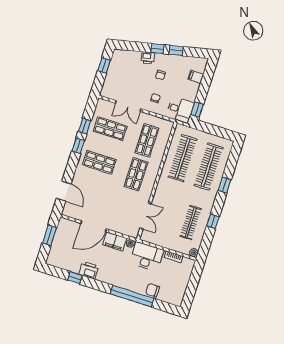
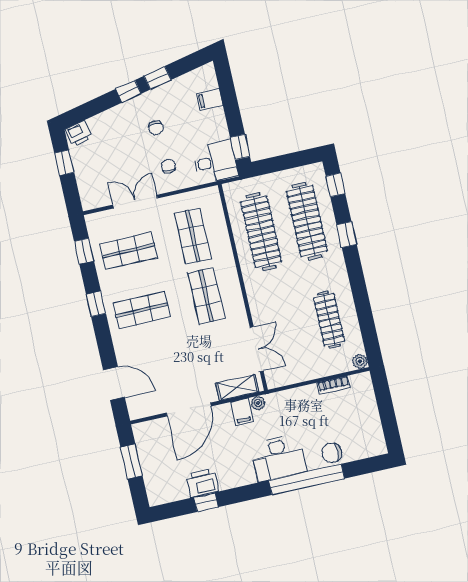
printer: (148, 58) -> (79, 134), moved
double door: (128, 106) -> (135, 202), swing flipped
window: (85, 126) -> (84, 251), moved
window: (213, 221) -> (335, 185), moved
shelving: (124, 229) -> (237, 387), added
filing cabinet: (115, 241) -> (242, 412), width x0.50
desk: (147, 257) -> (279, 458), moved, turned 180
printer: (89, 270) -> (202, 483), moved

